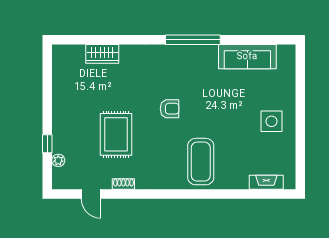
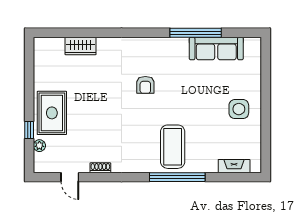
window: (193, 40) -> (196, 33), moved
armchair: (170, 109) -> (145, 85), moved, turned 90
rug: (116, 134) -> (52, 113), moved
window: (206, 194) -> (177, 177), added

